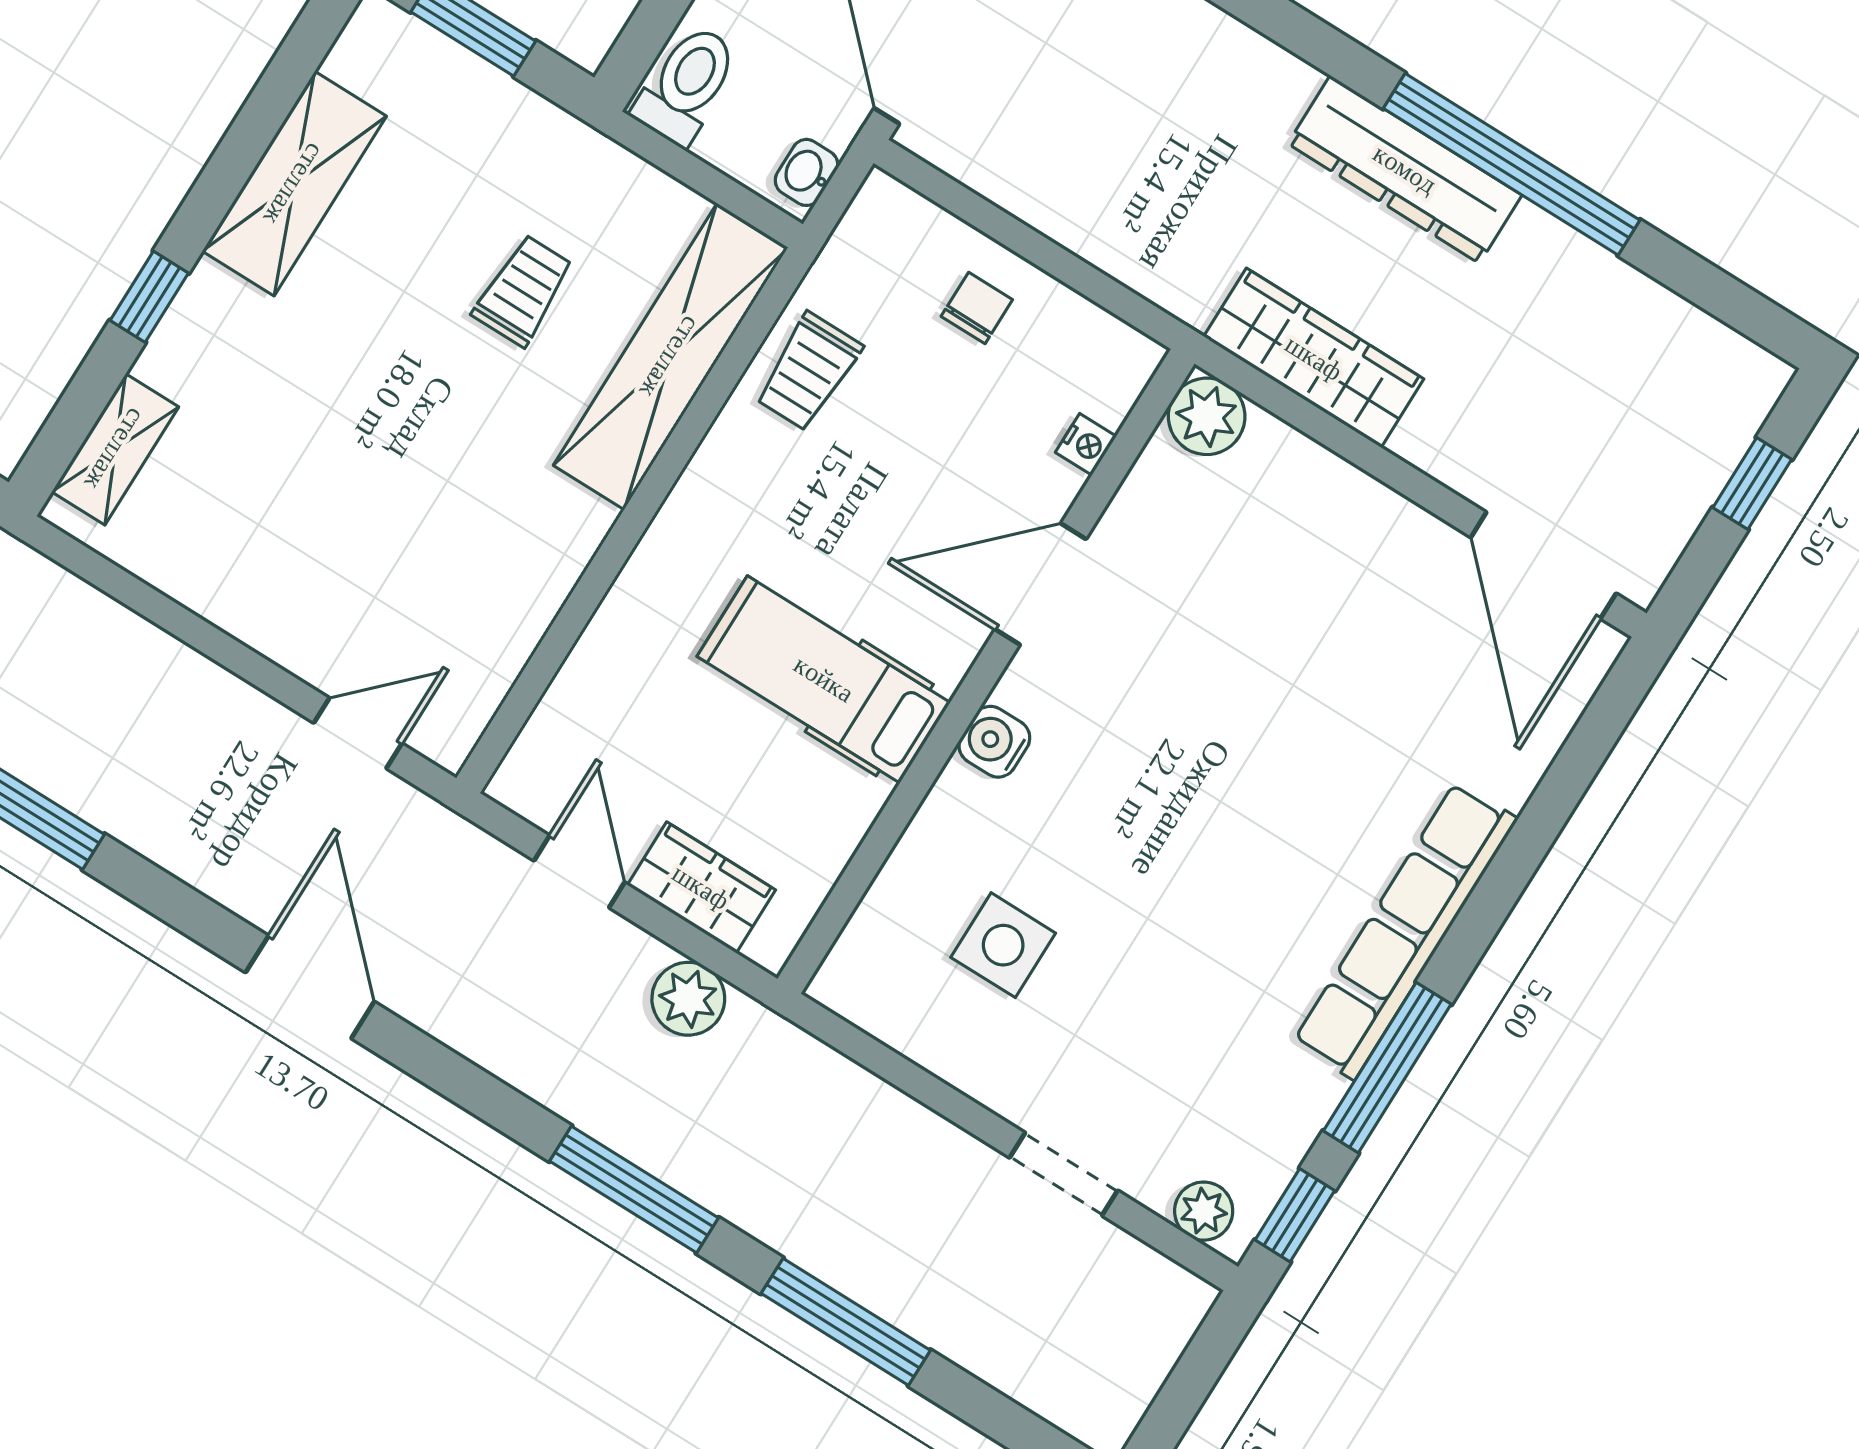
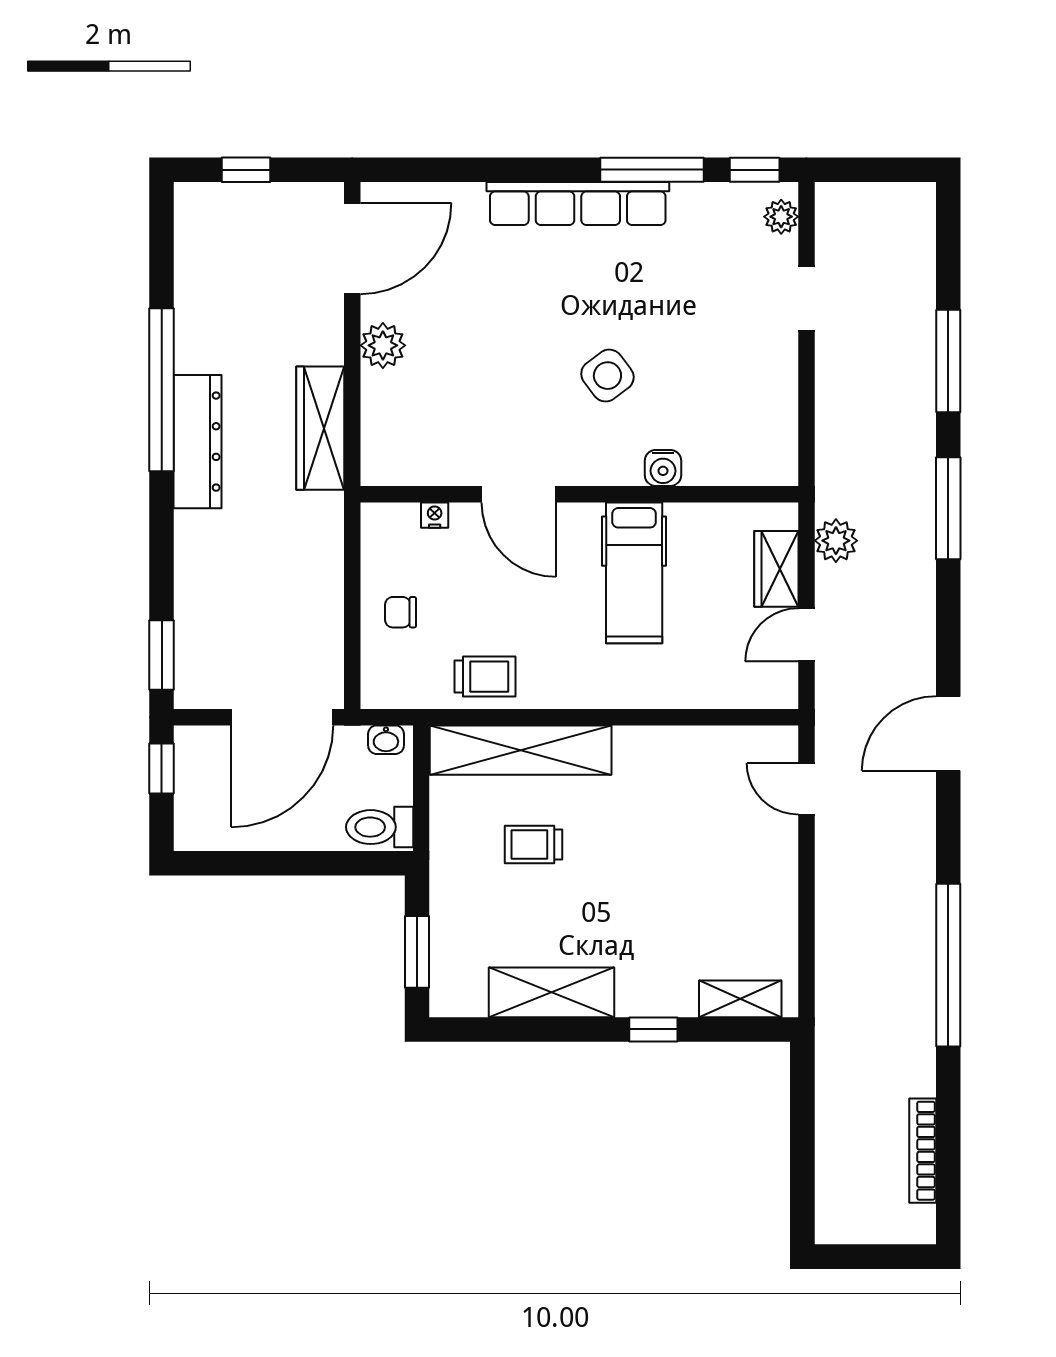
plant: (1207, 416) -> (383, 345), moved
water cooler: (994, 742) -> (663, 468), moved
side table: (1003, 945) -> (607, 376), moved, turned -37

